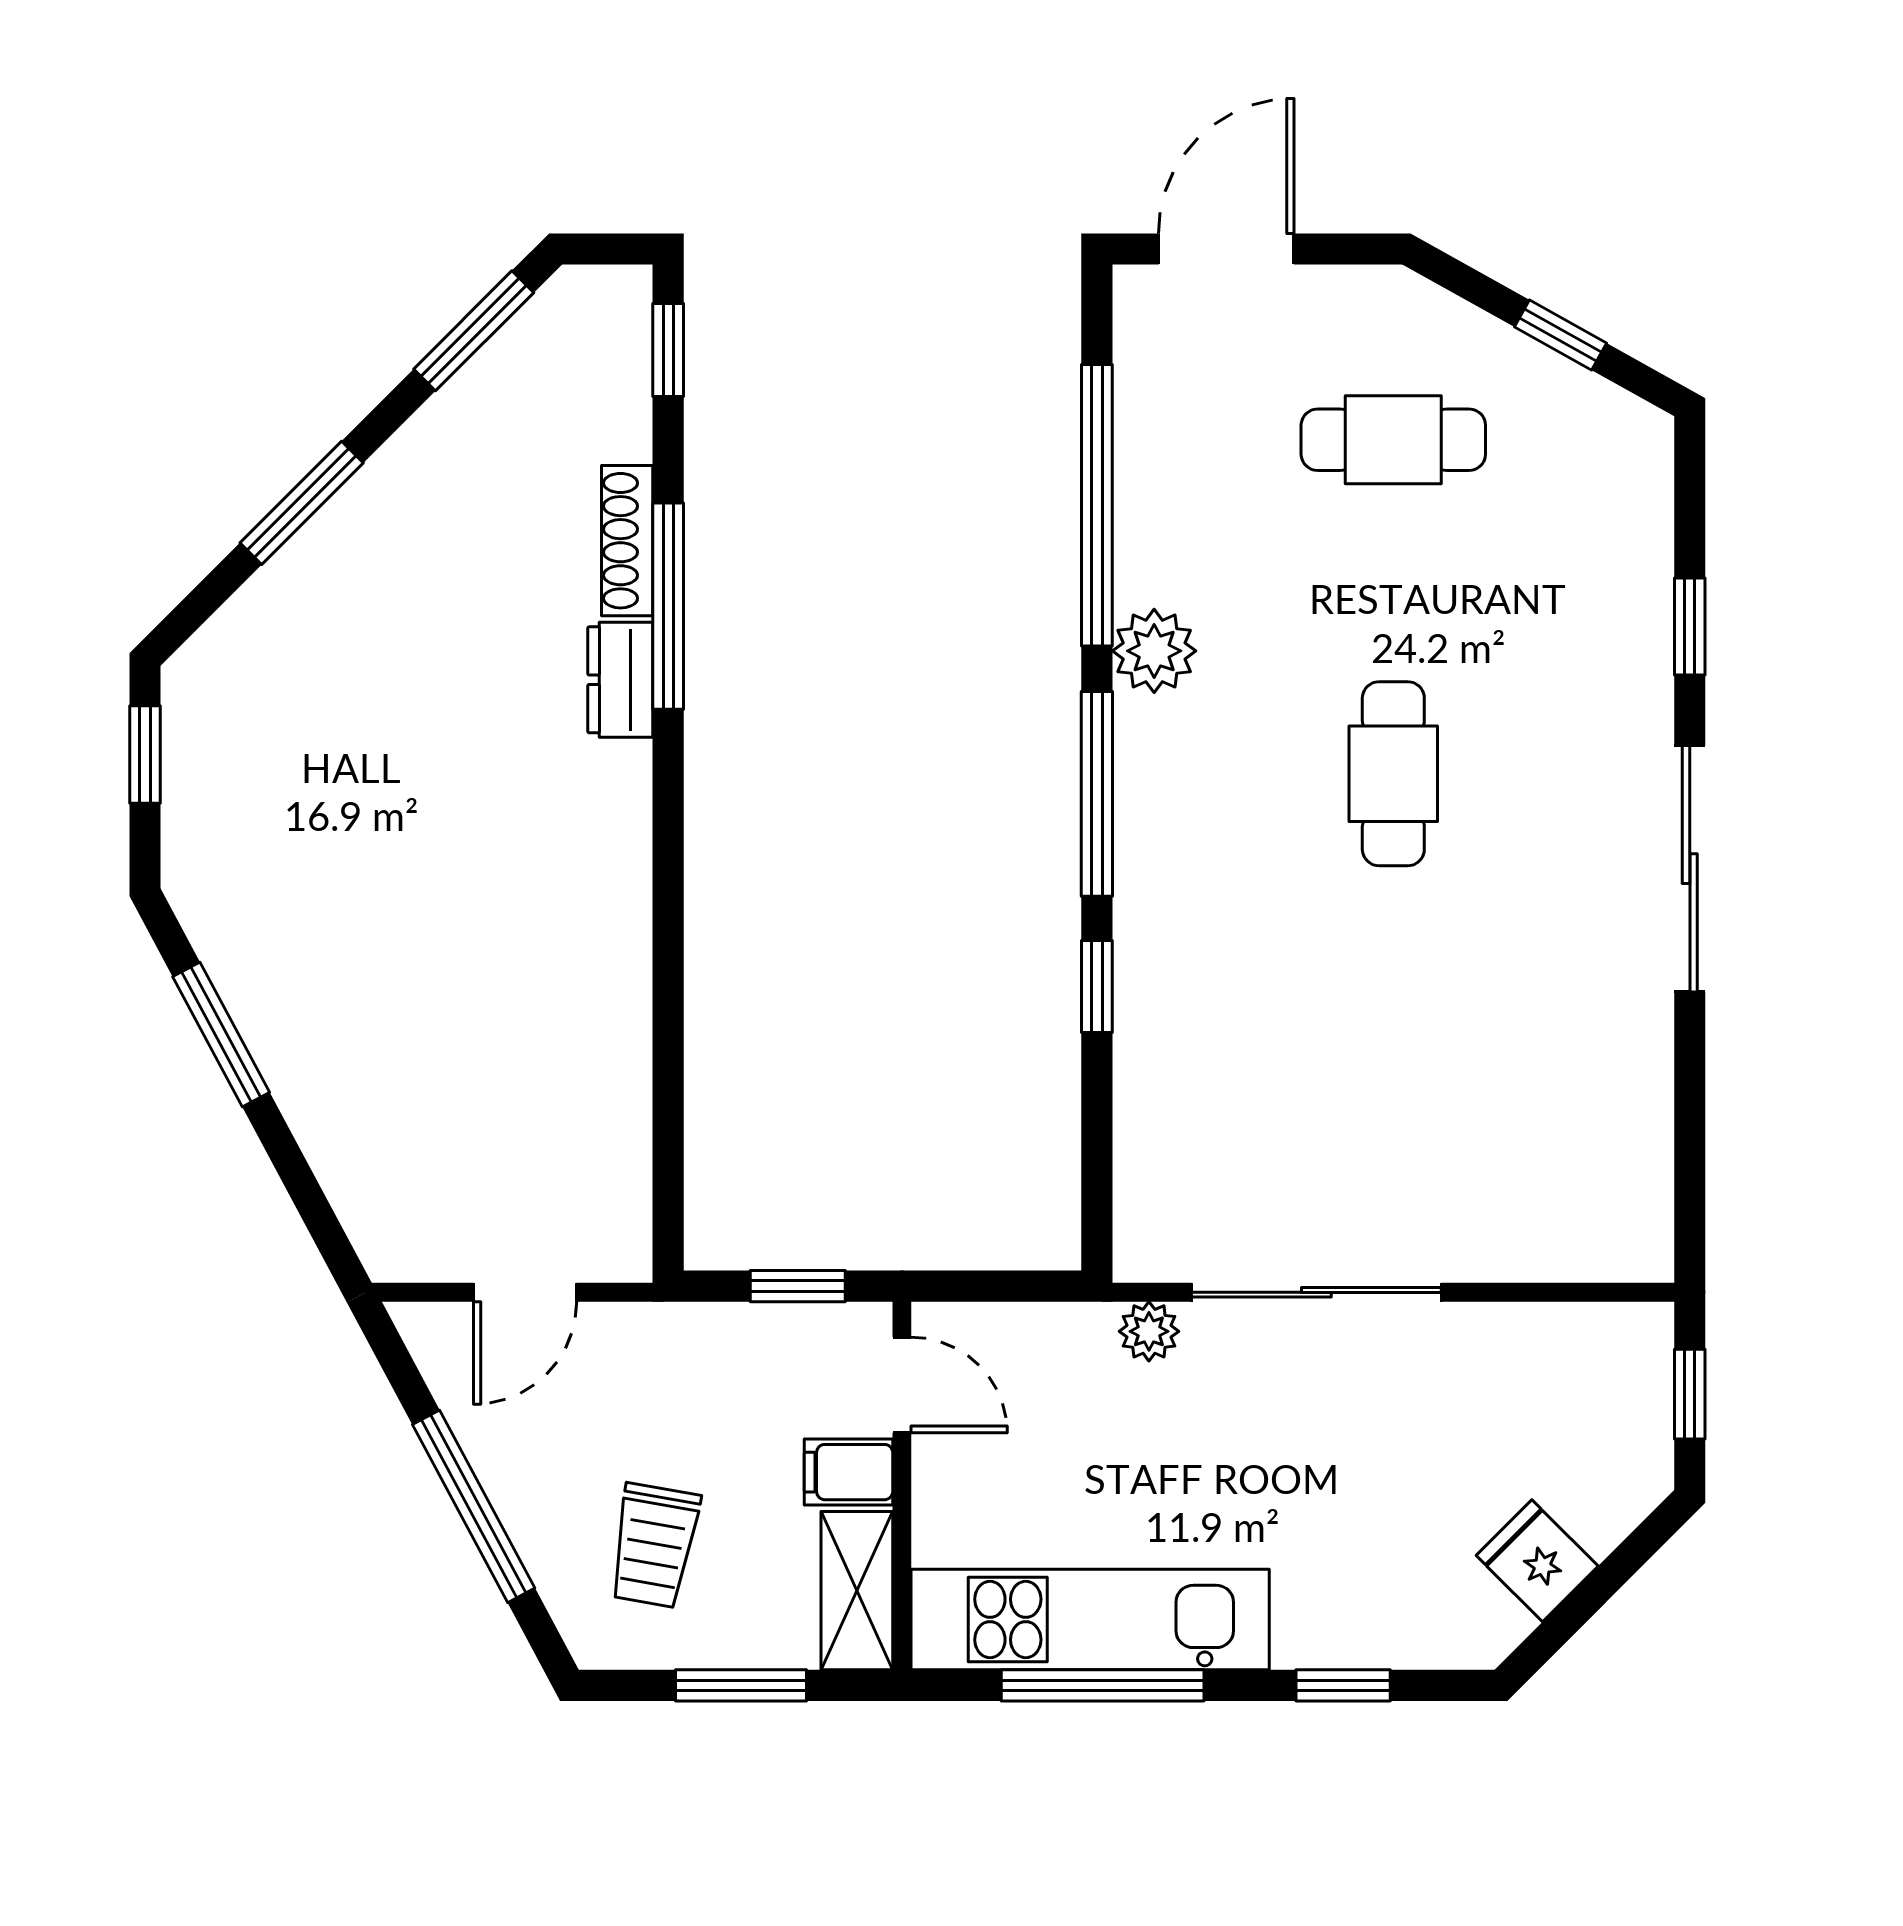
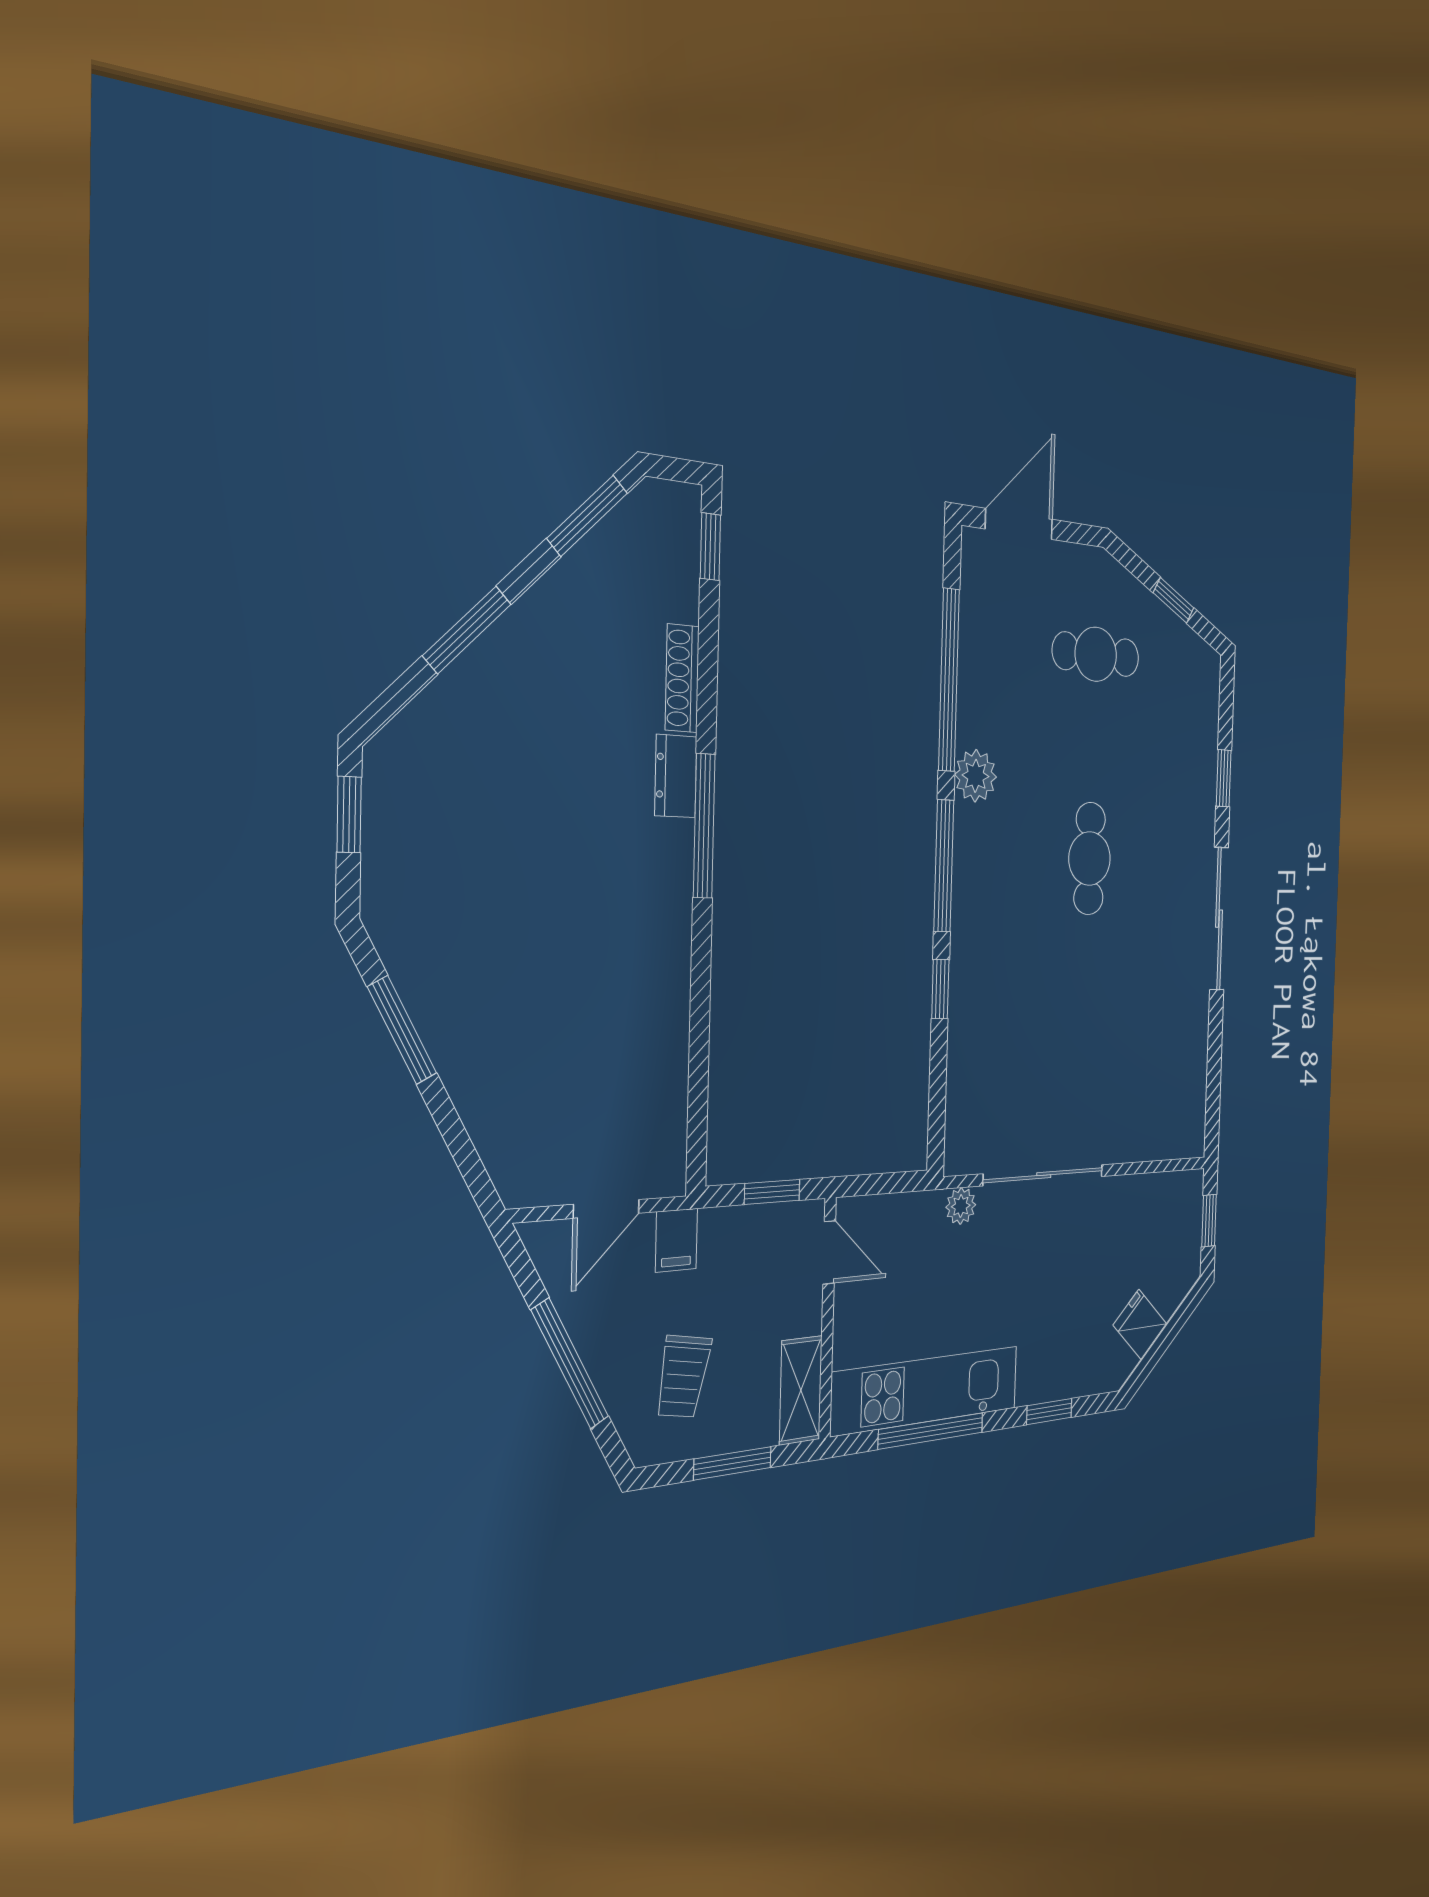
window: (668, 606) -> (704, 826), moved
filing cabinet: (848, 1472) -> (676, 1240), moved, turned -90

